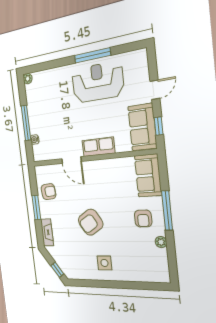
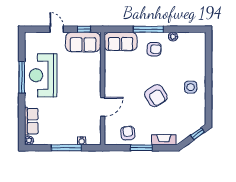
row of seats: (98, 147) -> (31, 121), moved, turned 180

